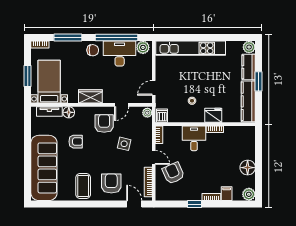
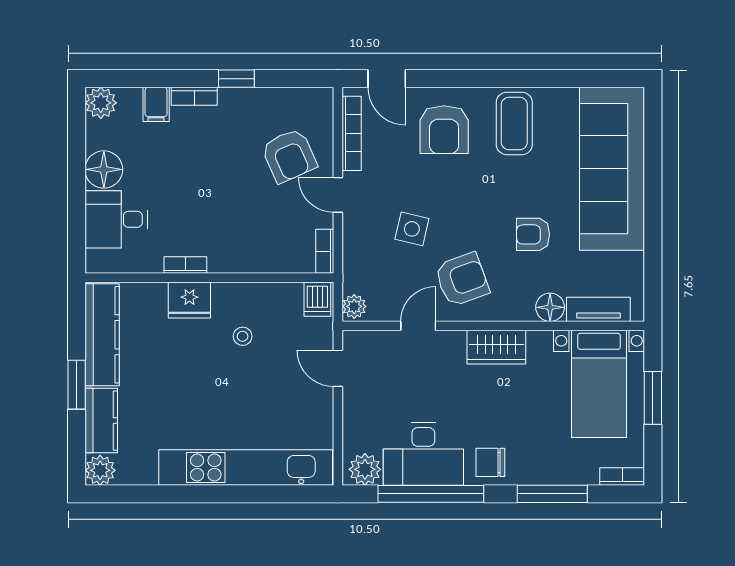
door: (154, 88) -> (338, 368), swing flipped
armchair: (104, 123) -> (462, 280), turned -110
desk: (194, 138) -> (116, 219), moved, turned 90

